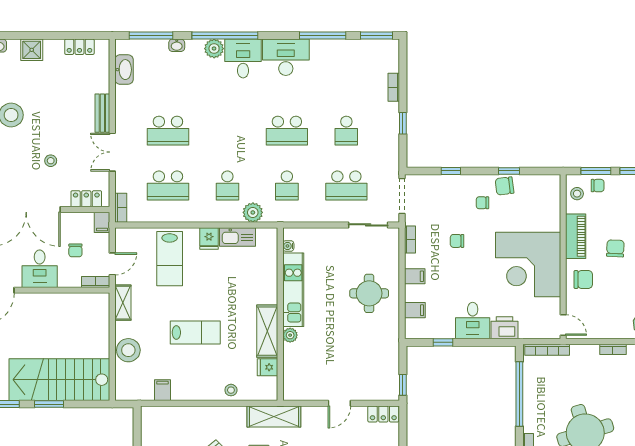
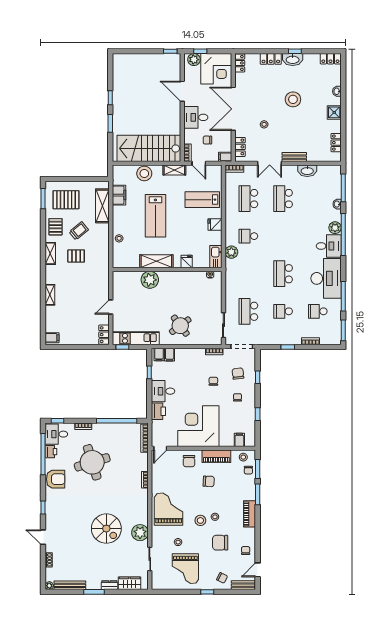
desk: (286, 57) -> (326, 278), width x1.36, depth x1.30
washbasin: (124, 70) -> (307, 171), moved
double door: (112, 152) -> (270, 163), swing flipped
school desk: (287, 185) -> (318, 311), moved
chair: (504, 186) -> (238, 374), moved
filing cabinet: (550, 200) -> (239, 440), added
kitchen sink: (237, 237) -> (216, 257), moved
filing cabinet: (415, 276) -> (159, 355), moved
kitchen unit: (293, 290) -> (136, 338), moved, turned 180
round table: (369, 293) -> (180, 326), turned -37
lab bench: (195, 333) -> (155, 216), width x1.36, depth x1.39
plant: (290, 335) -> (150, 280), width x1.87, depth x1.87
fridge: (268, 367) -> (187, 261), moved
stairs: (59, 380) -> (149, 148), moved, turned -90
filing cabinet: (162, 390) -> (119, 195), width x2.00
door: (339, 403) -> (111, 307), hinge flipped
shelving: (274, 416) -> (102, 206), moved

